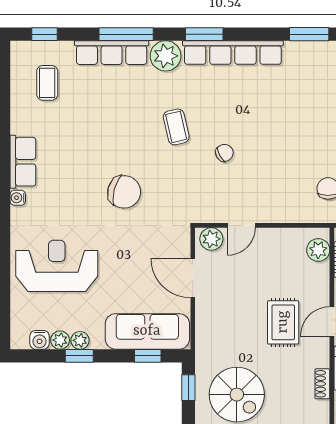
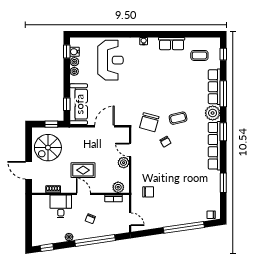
row of seats: (23, 162) -> (172, 44), moved
chair: (124, 192) -> (149, 122), moved
plant: (211, 239) -> (124, 163), moved
window: (79, 356) -> (67, 52), moved

